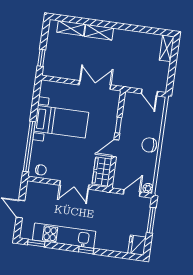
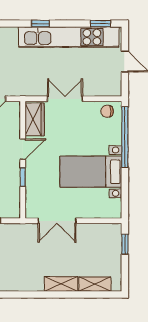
kitchen unit: (64, 236) -> (69, 37), width x1.36

